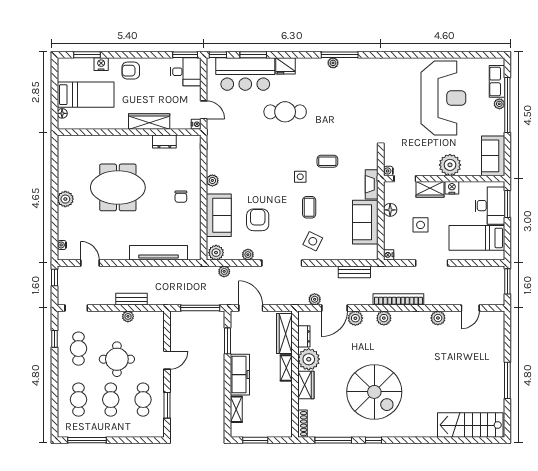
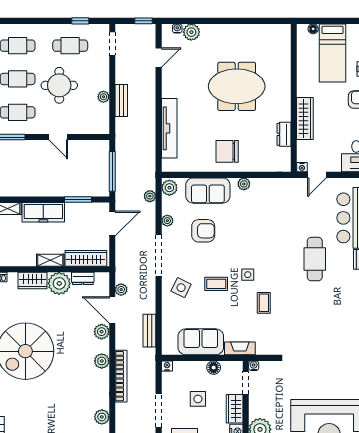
meeting table: (118, 187) -> (237, 86), turned 90
chair: (181, 197) -> (227, 151), width x1.87, depth x1.87
plant: (65, 199) -> (191, 32), moved

